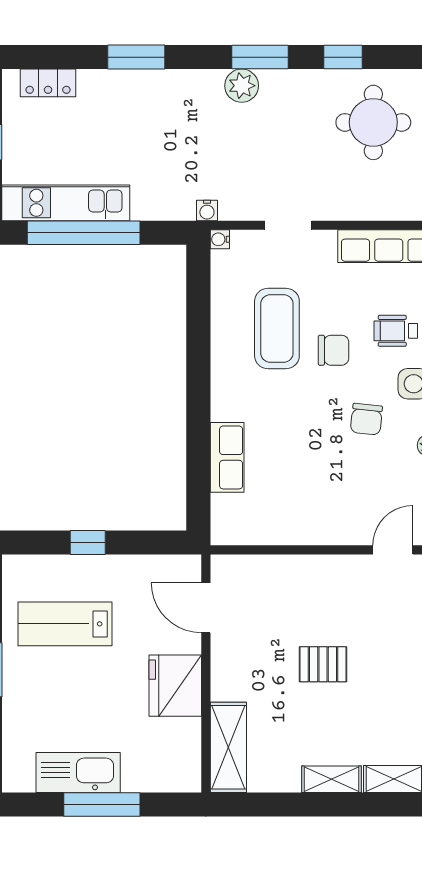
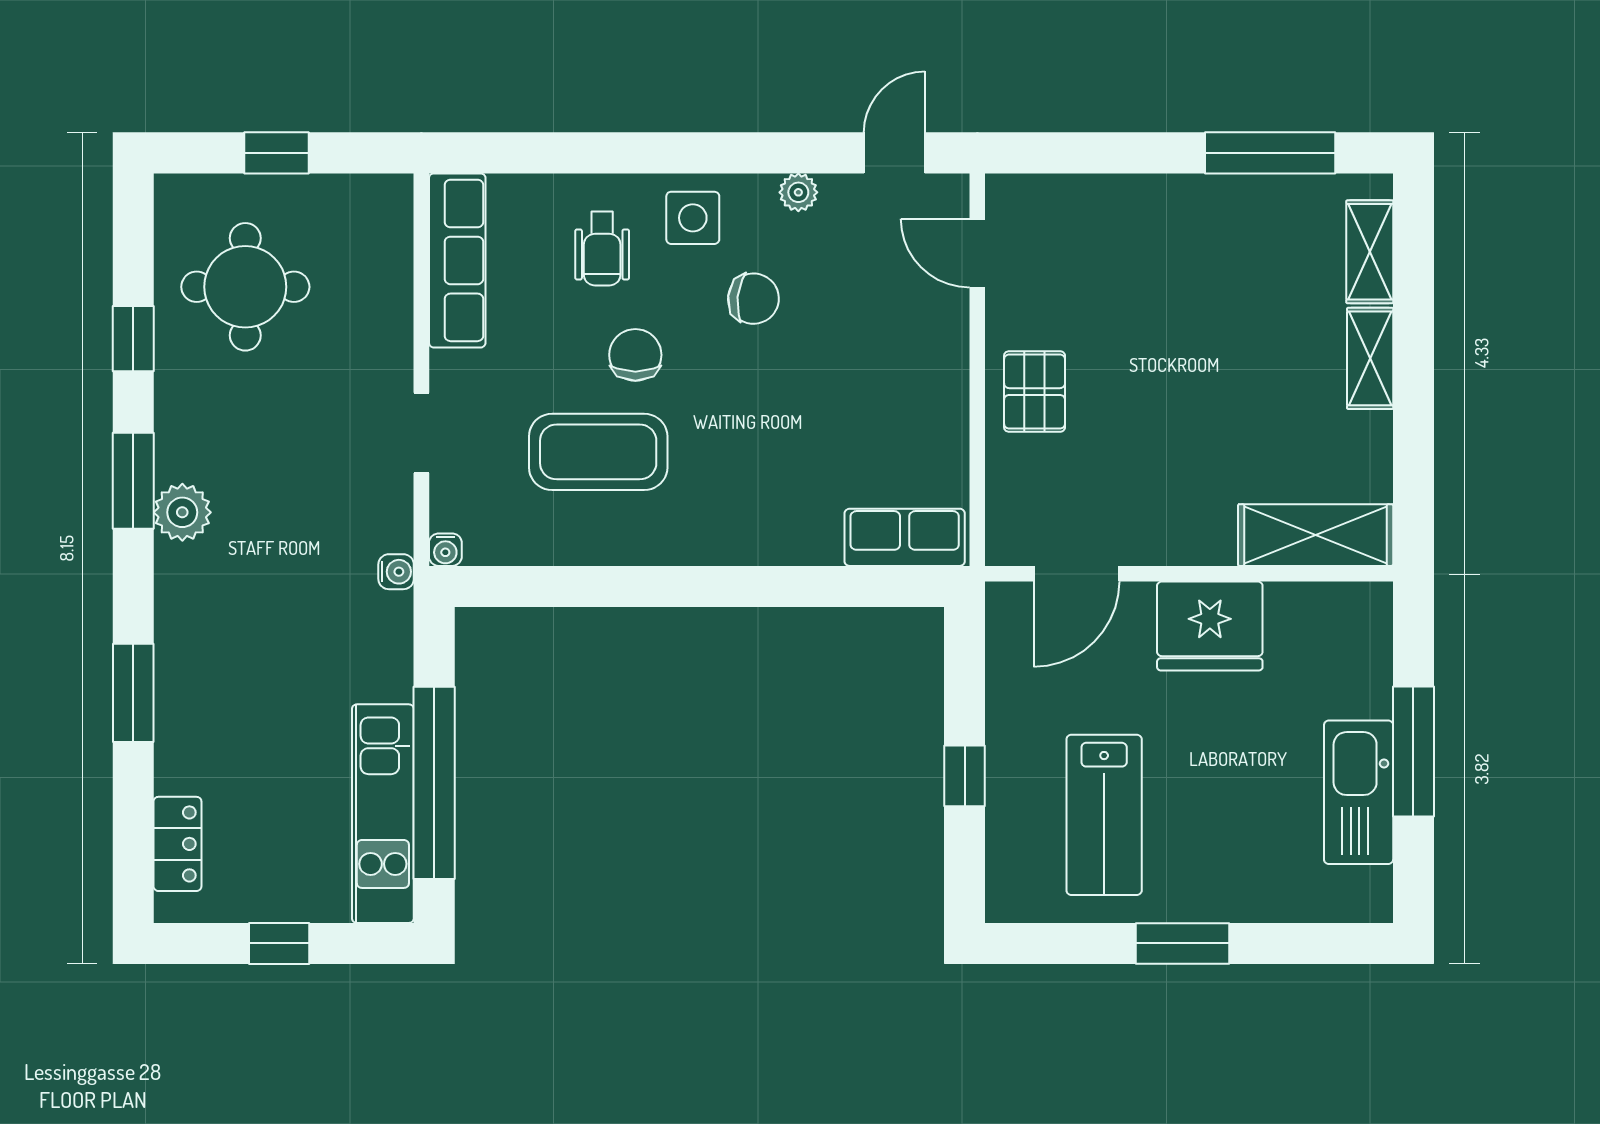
row of seats: (227, 457) -> (905, 537), moved
pallet: (323, 664) -> (1035, 392), moved

